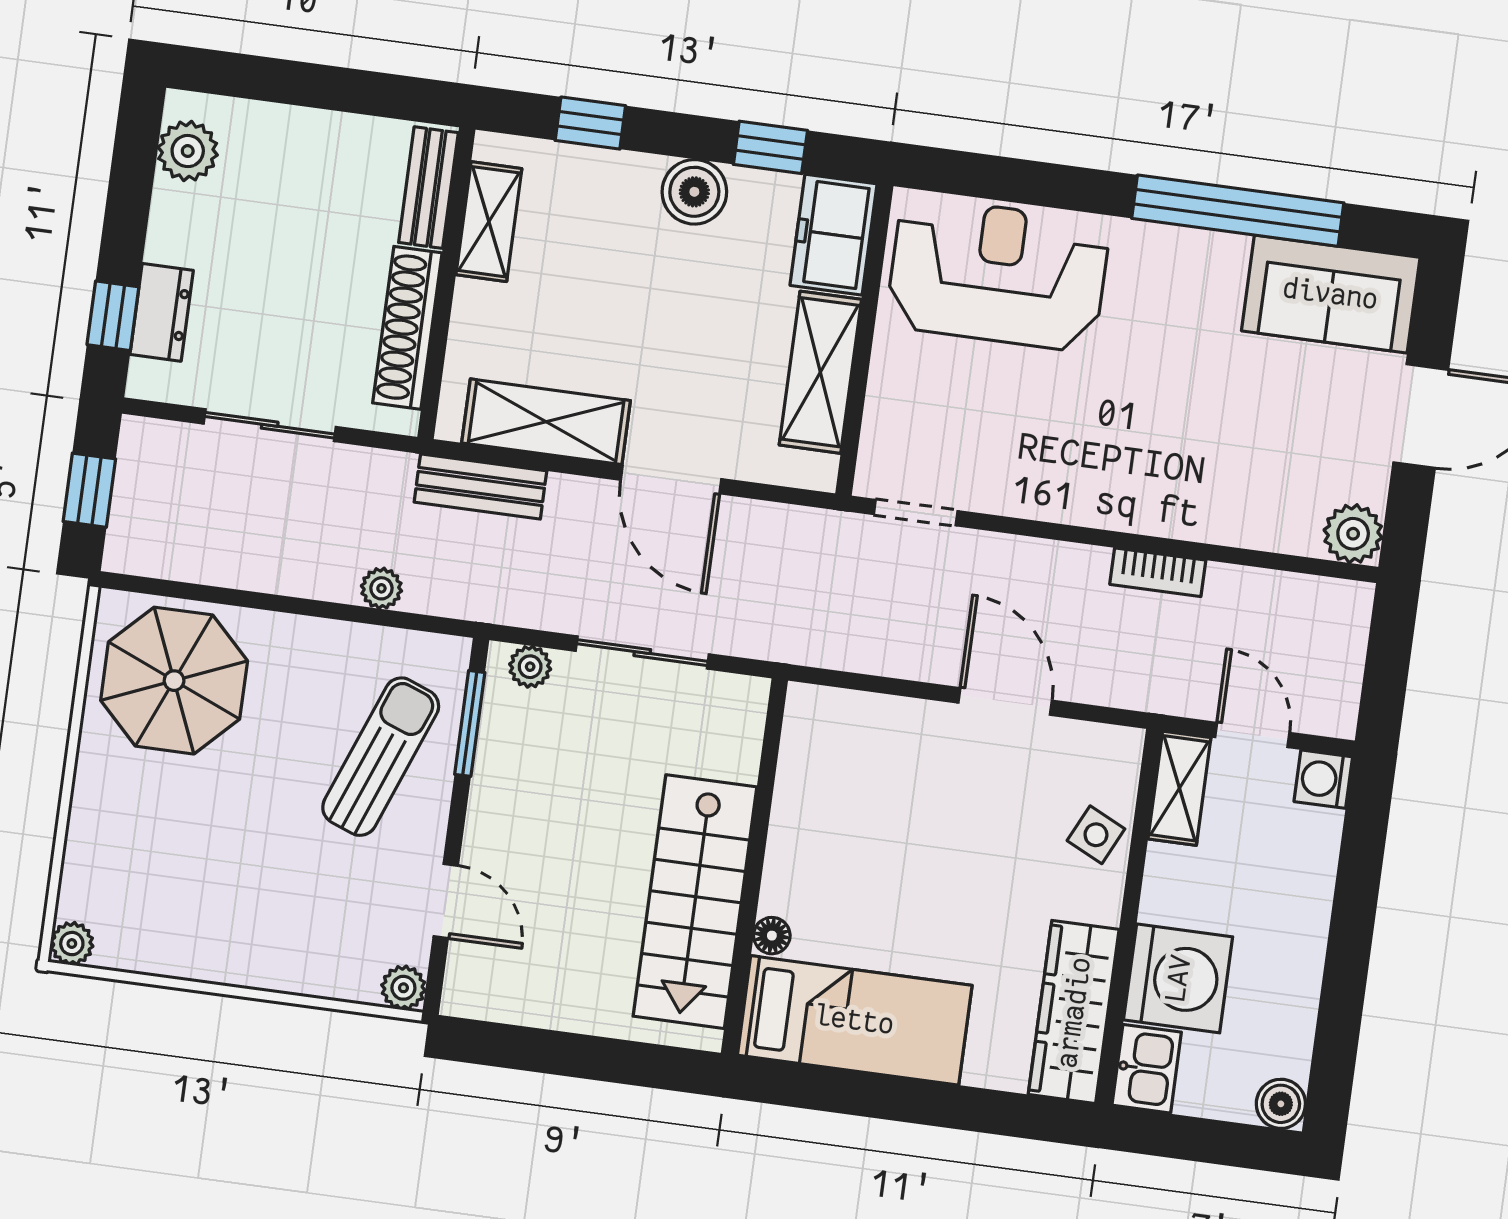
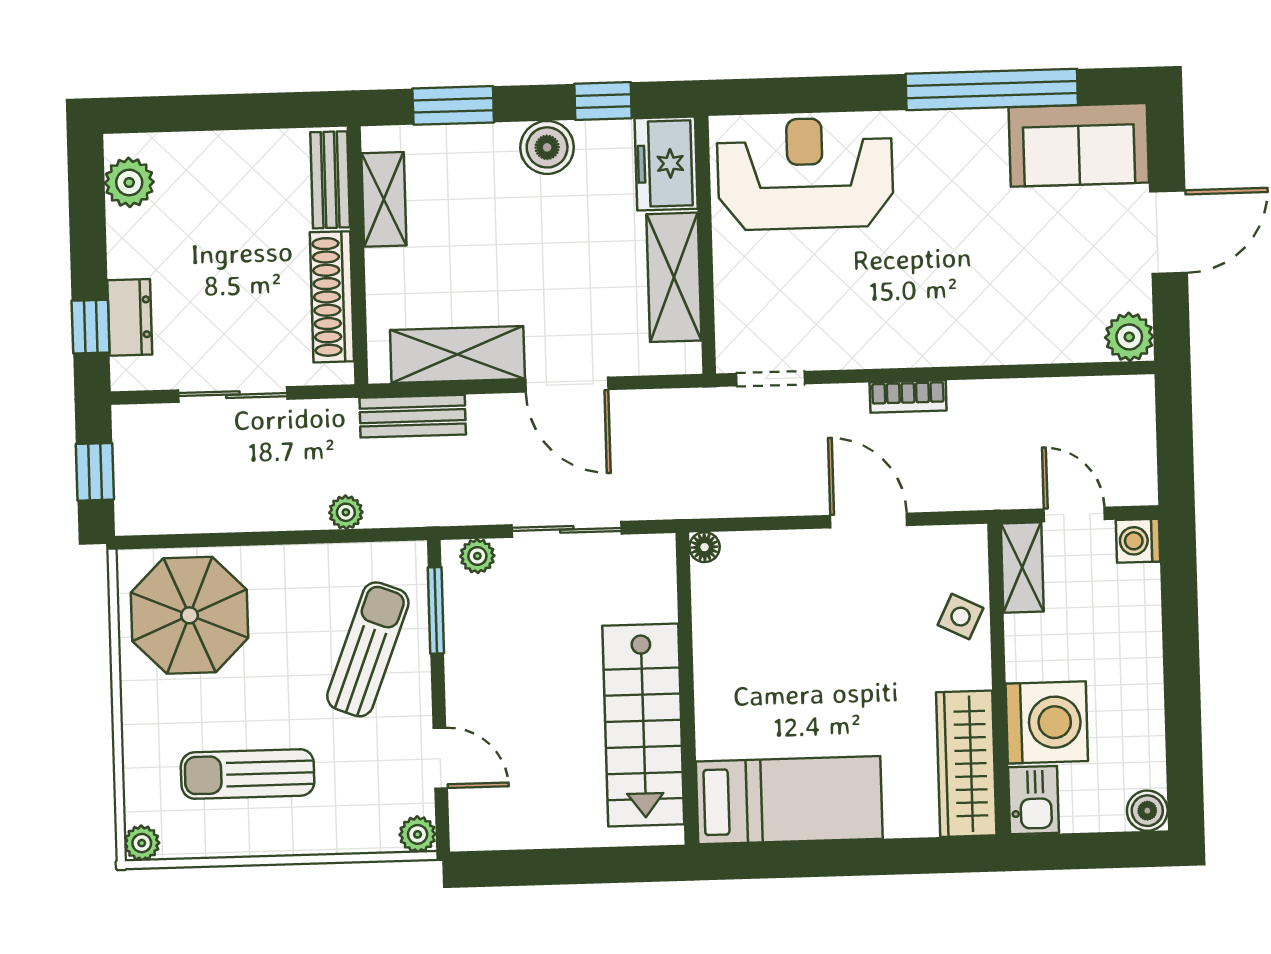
window: (590, 123) -> (453, 105), width x1.50
bookcase: (1158, 572) -> (908, 397), moved
sun lounger: (212, 882) -> (248, 774), added
floor lamp: (772, 936) -> (705, 547), moved

